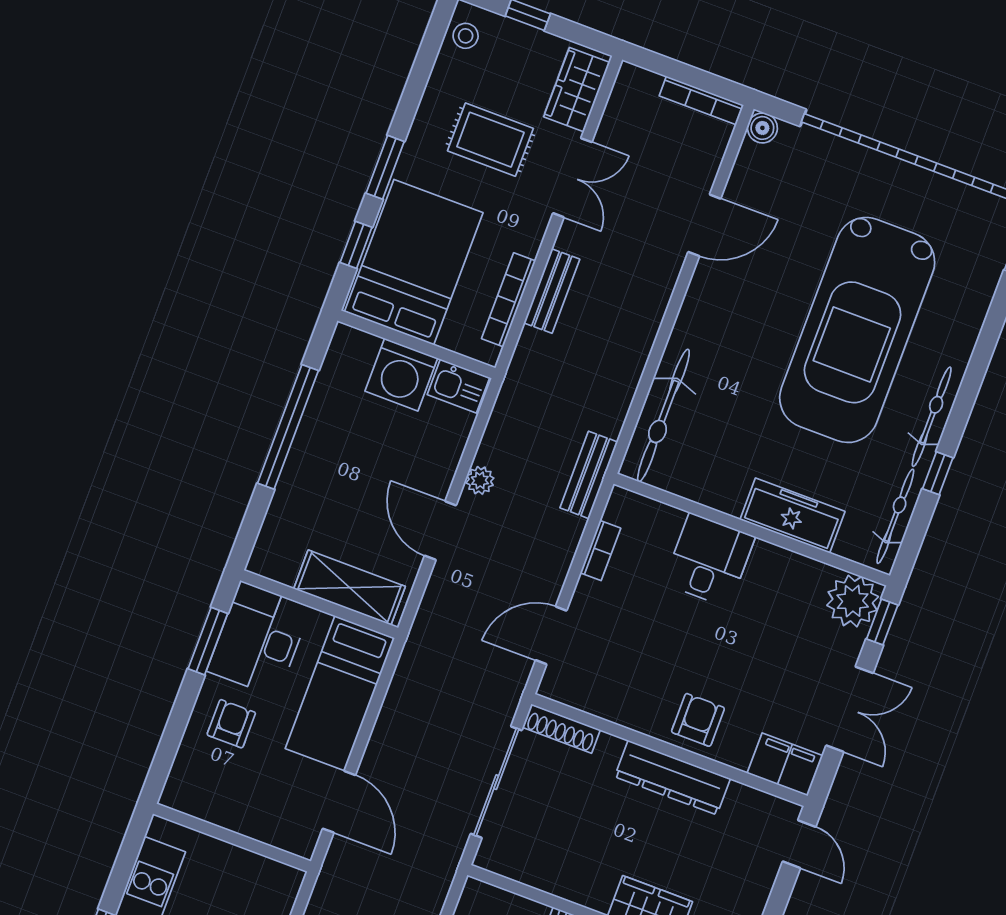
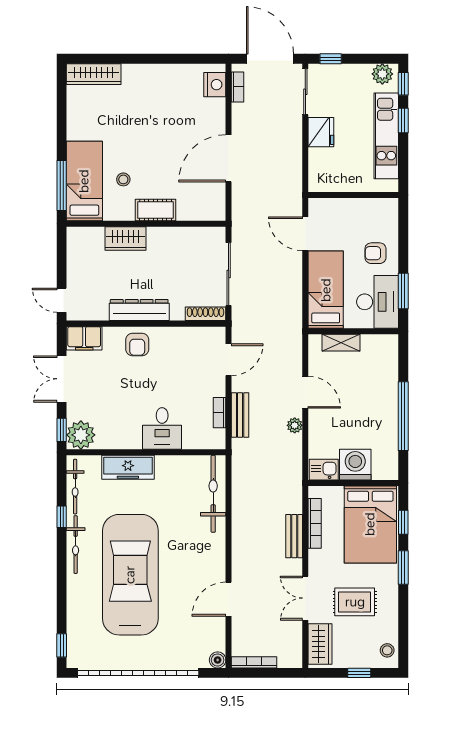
bench: (589, 475) -> (240, 415), moved
shelving: (349, 588) -> (341, 343), width x0.67, depth x0.75
armchair: (231, 724) -> (375, 253), turned 90

